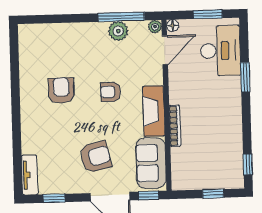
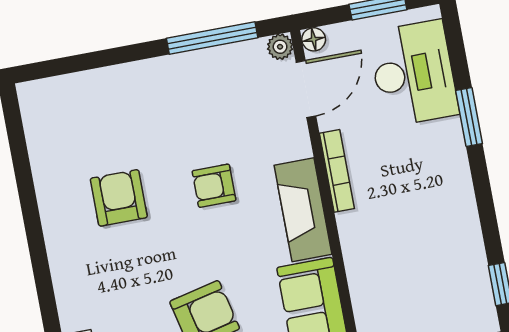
plant: (118, 31) -> (211, 66), removed
bookcase: (175, 126) -> (337, 171), moved

